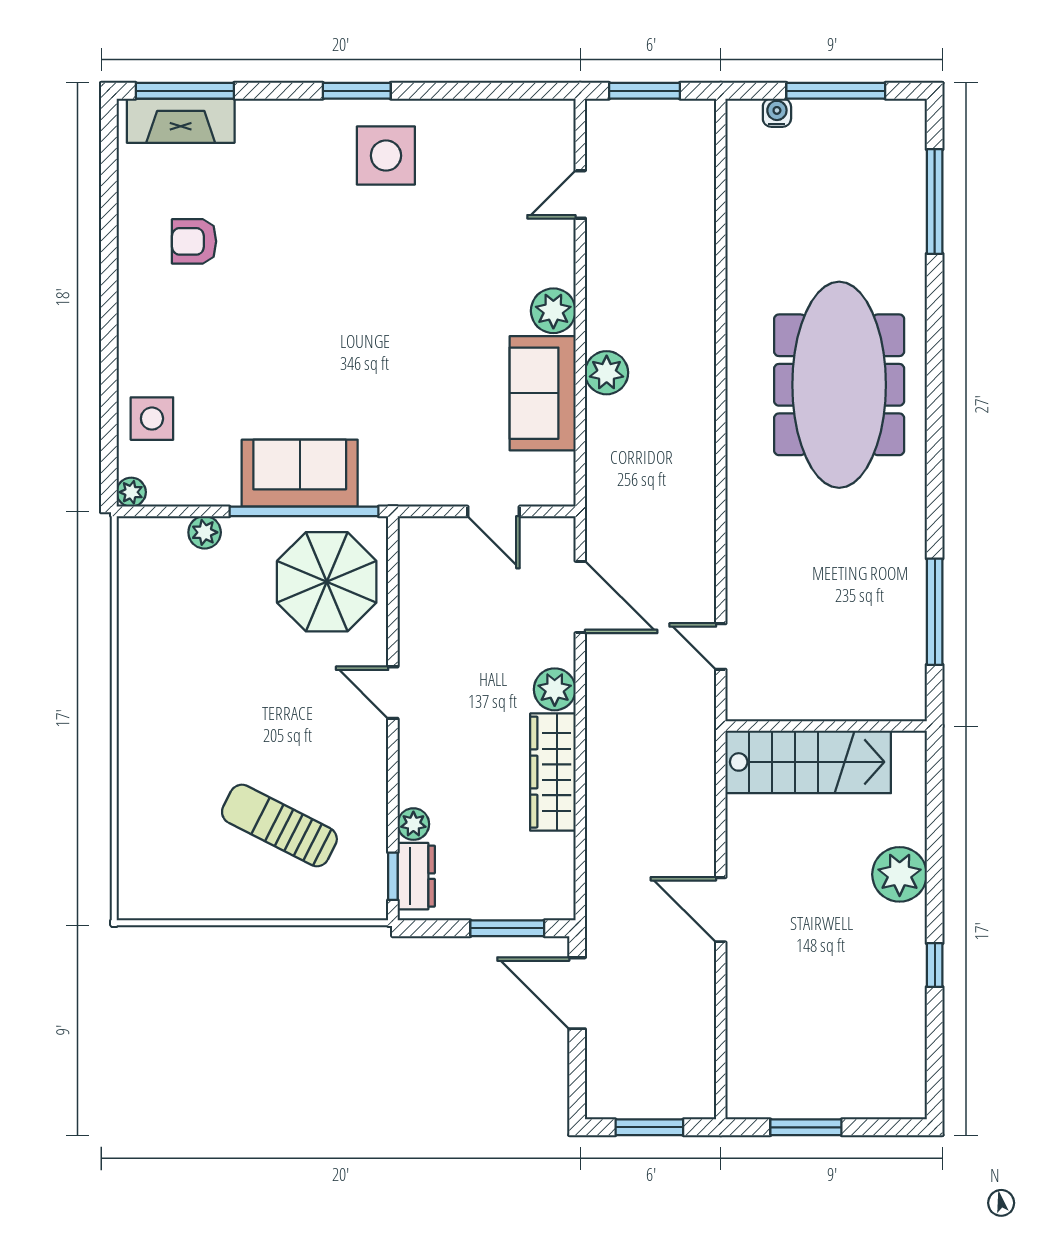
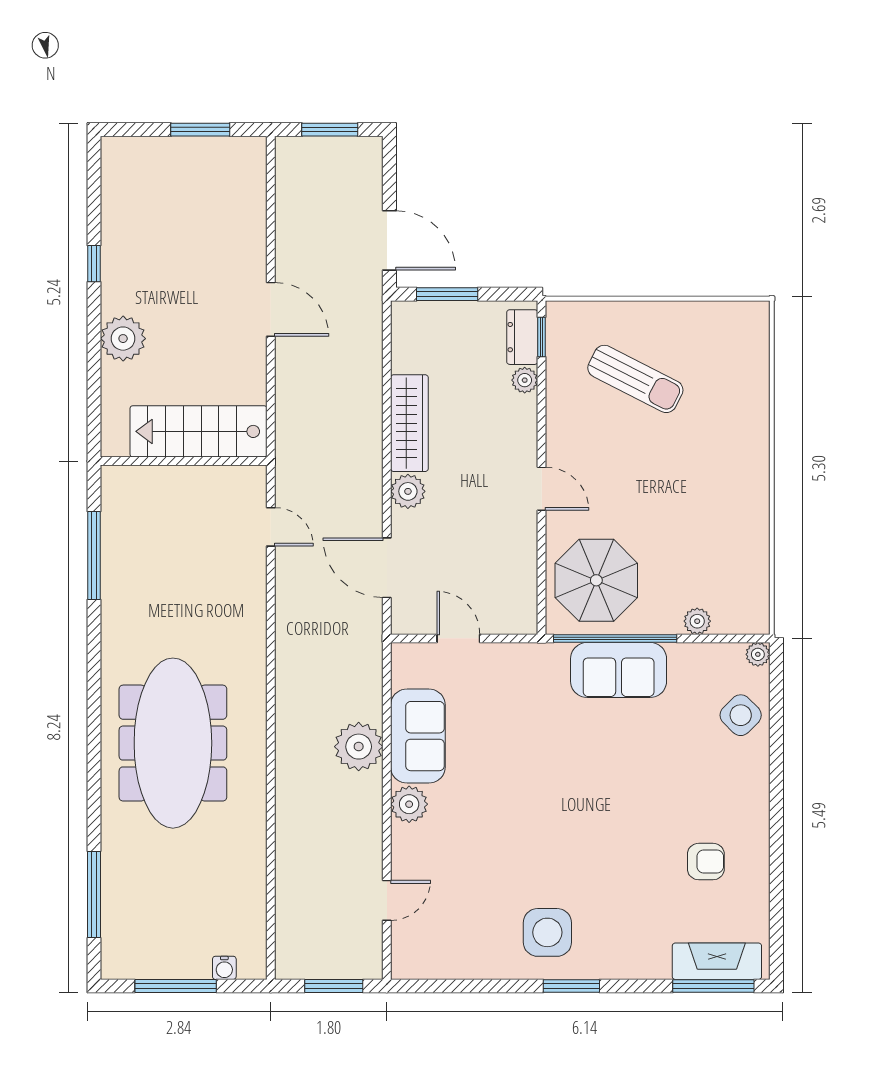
plant: (607, 373) -> (359, 747), width x1.36, depth x1.36
side table: (152, 419) -> (741, 715), turned 45

